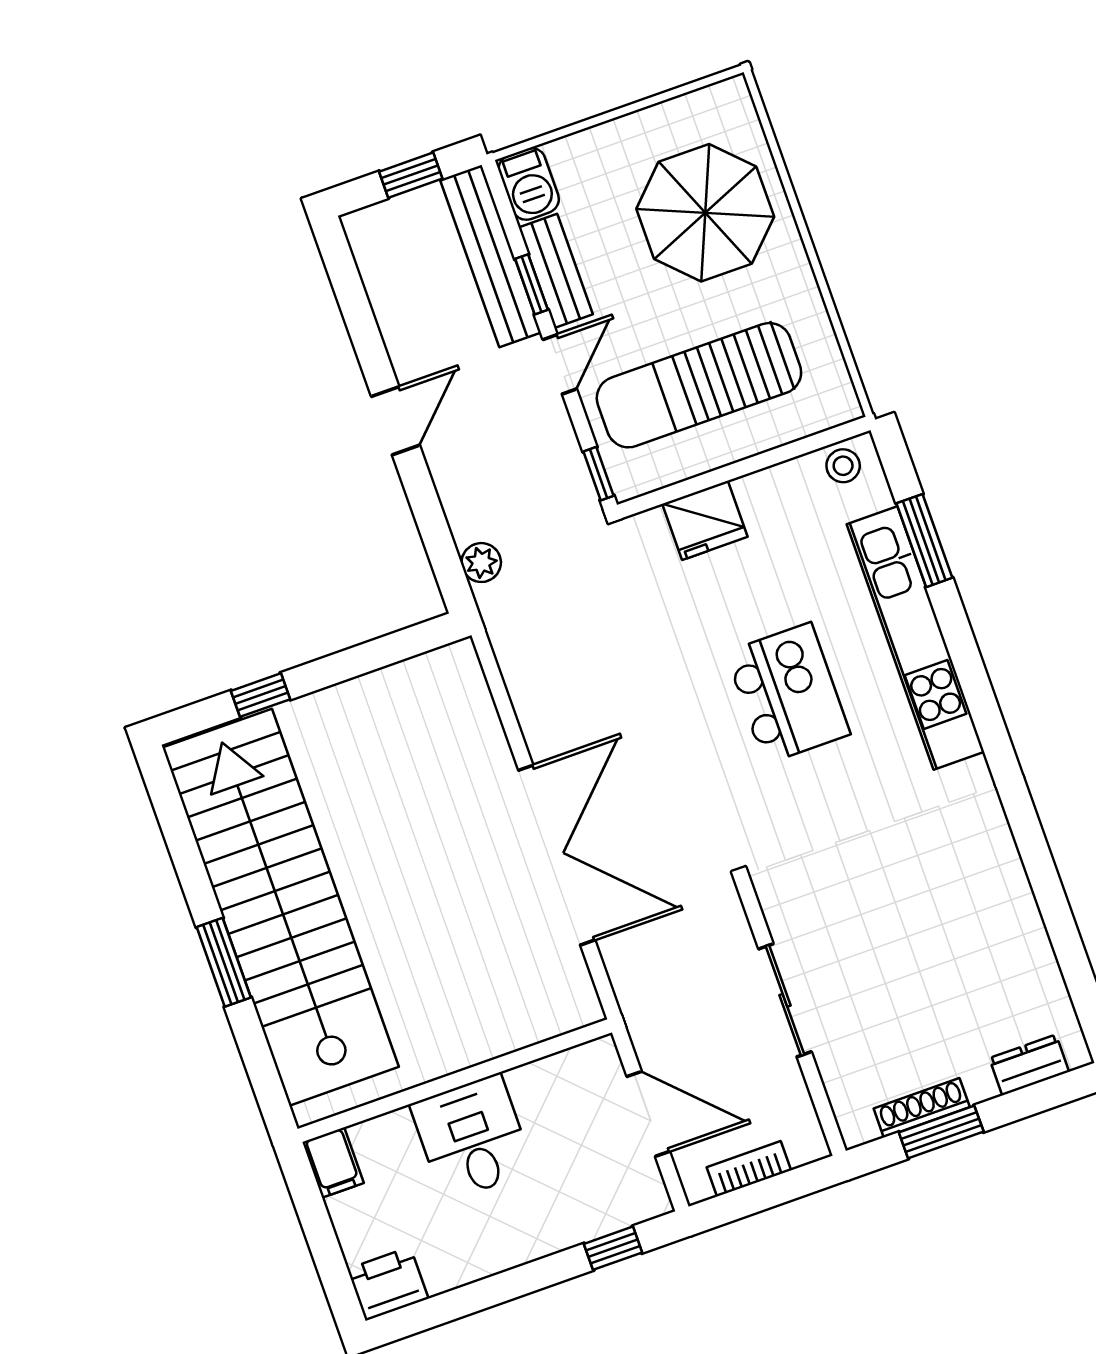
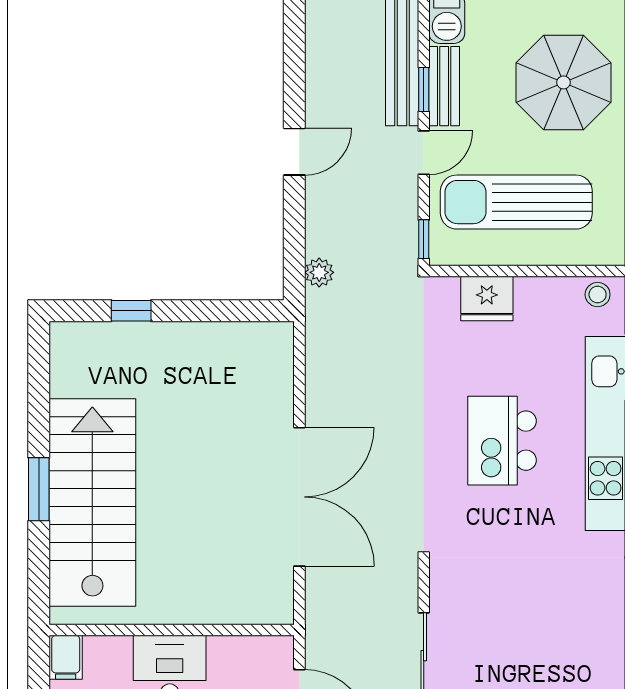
kitchen island: (788, 693) -> (502, 441), turned 180
stairs: (281, 907) -> (92, 503), width x0.73

